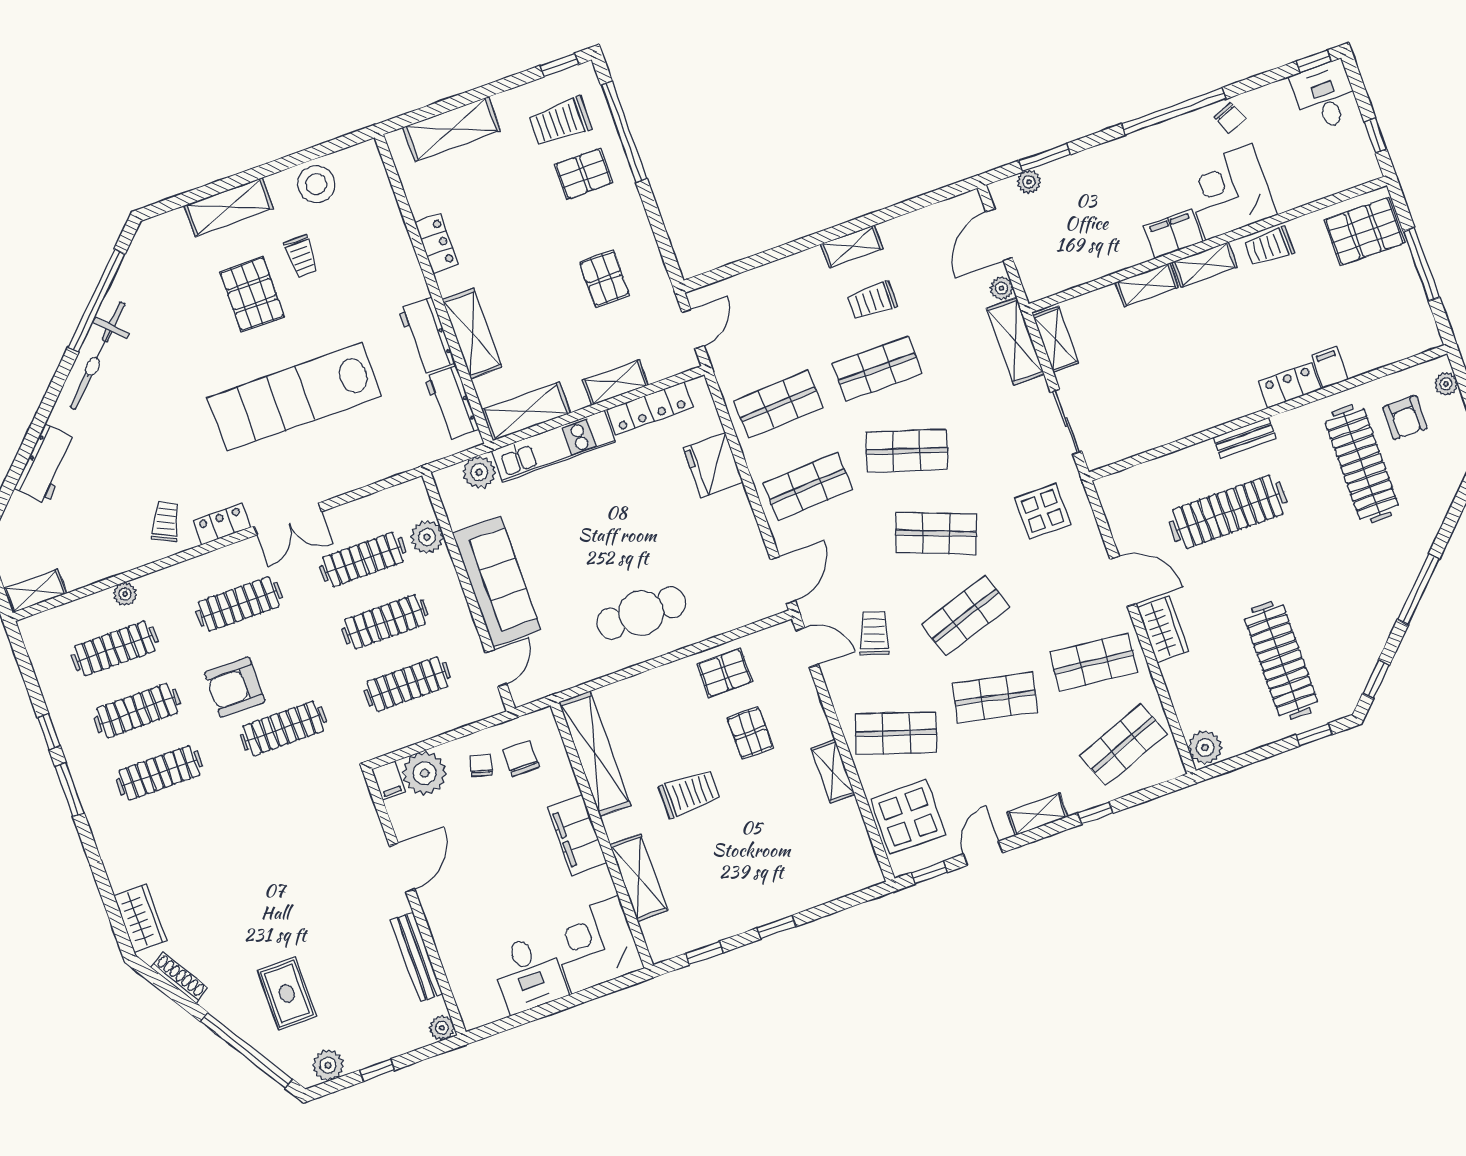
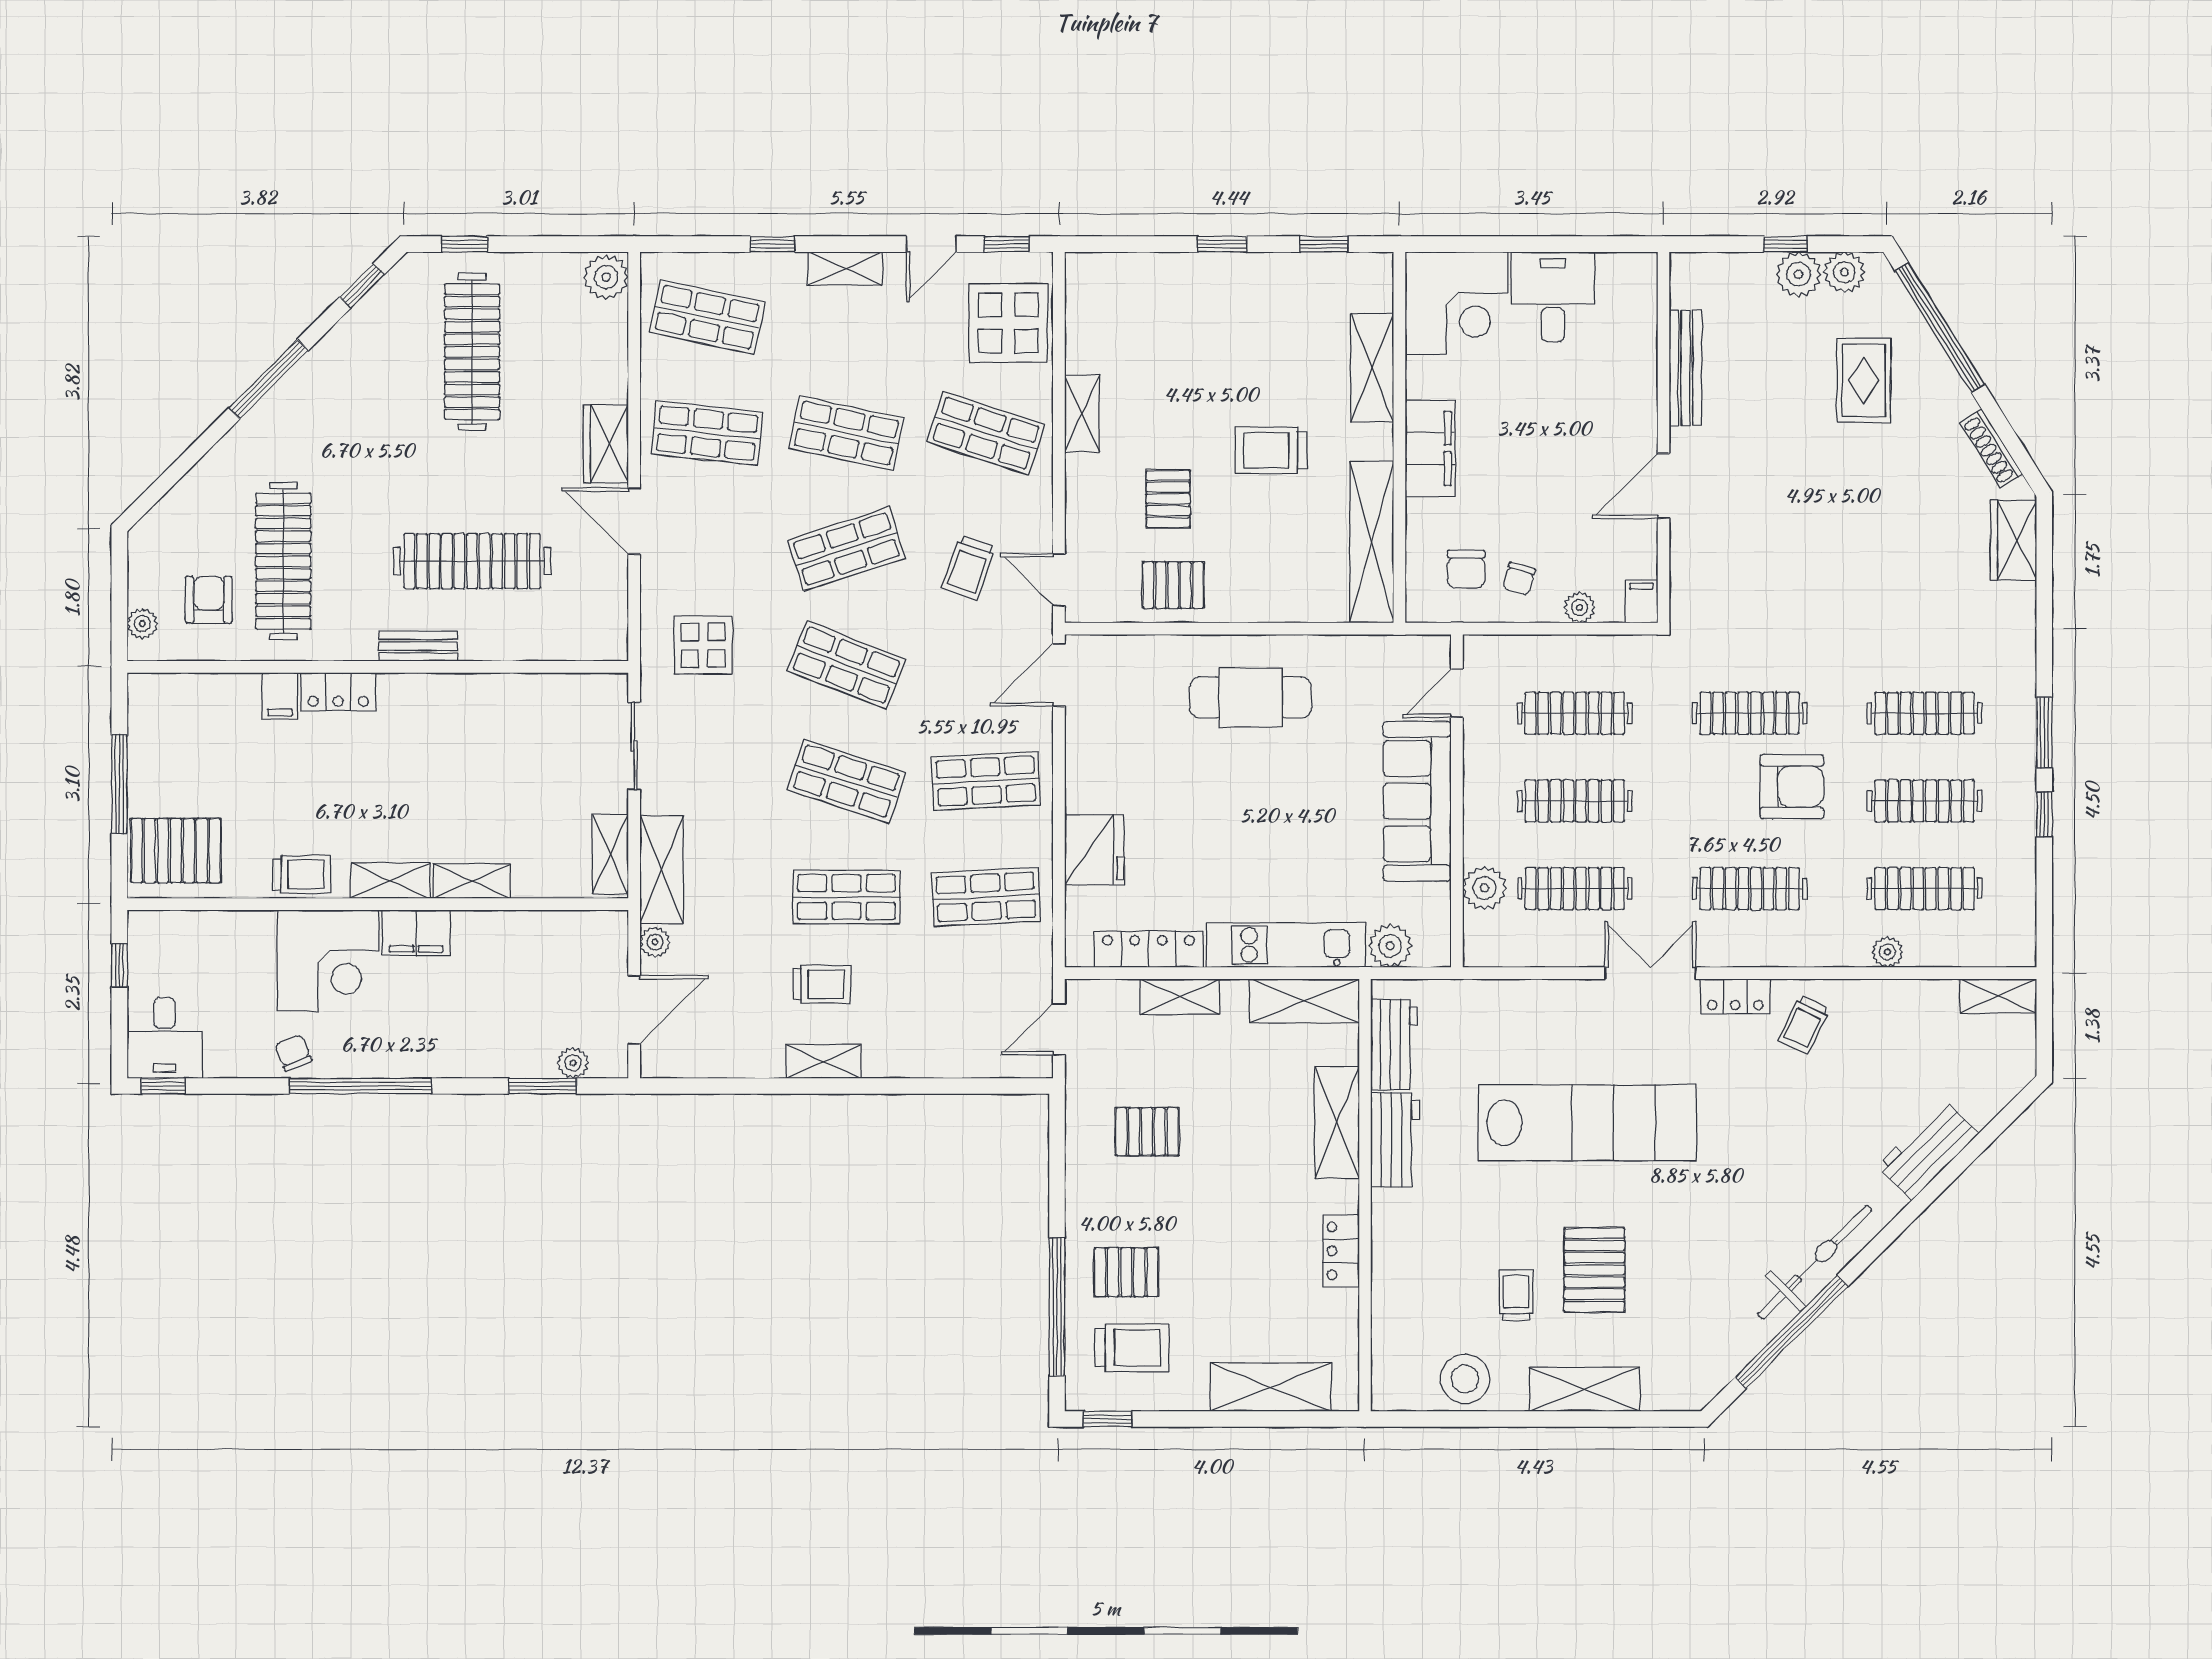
pallet: (604, 279) -> (1147, 1132), turned 90
shop shelf: (1123, 745) -> (707, 317), turned 33
plant: (425, 773) -> (1580, 607), width x0.53, depth x0.53
plant: (442, 1028) -> (1798, 274), moved, width x1.38, depth x1.38

